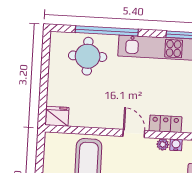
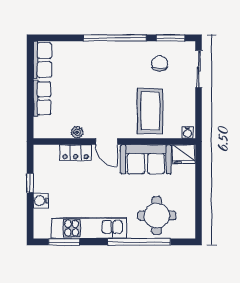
sofa: (95, 113) -> (146, 159), added
water cooler: (176, 145) -> (187, 132), moved

